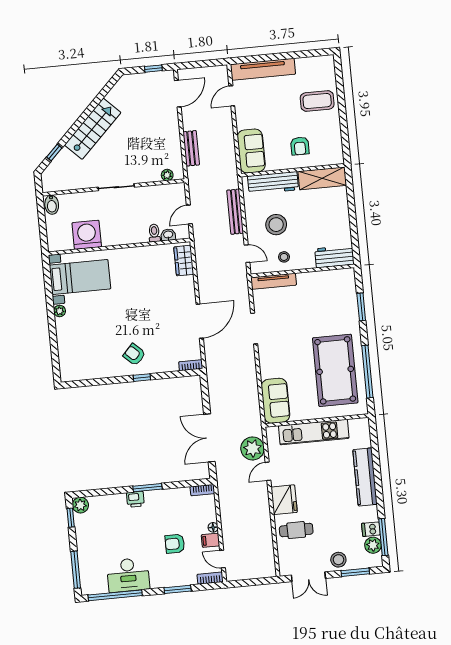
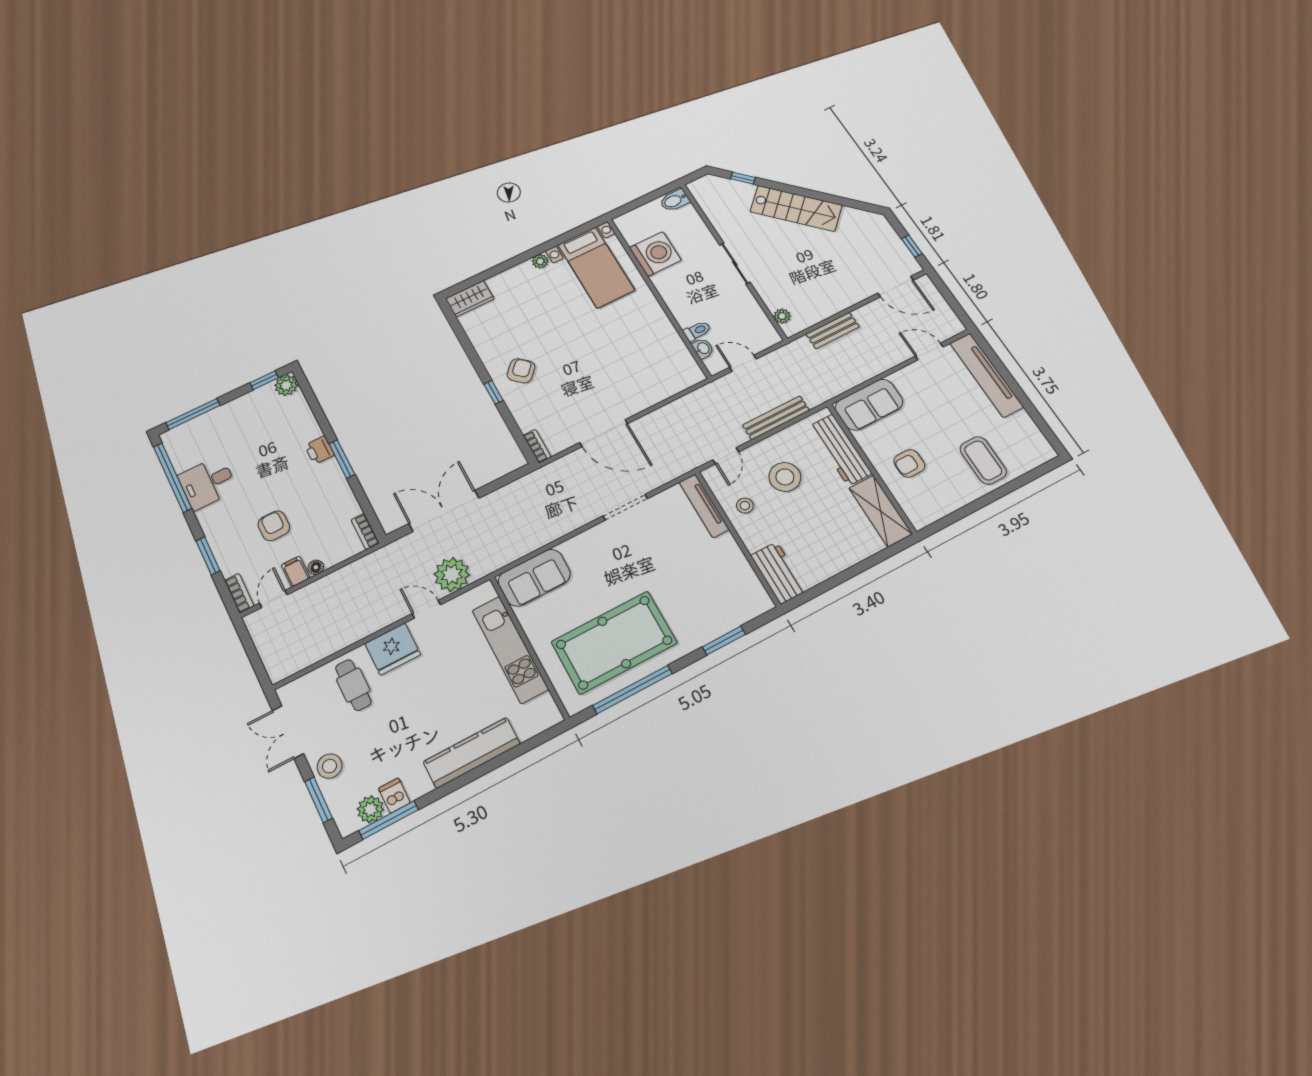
wardrobe: (184, 261) -> (470, 299), moved, turned 180
desk: (128, 575) -> (208, 483), width x0.73

